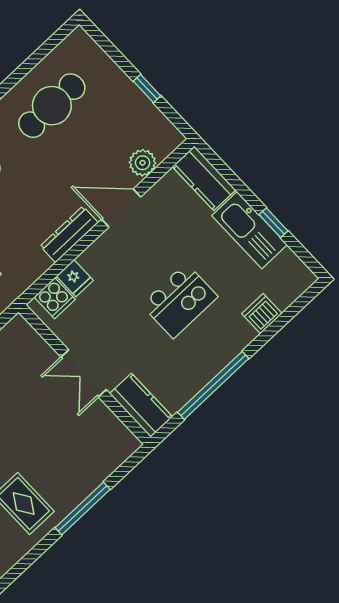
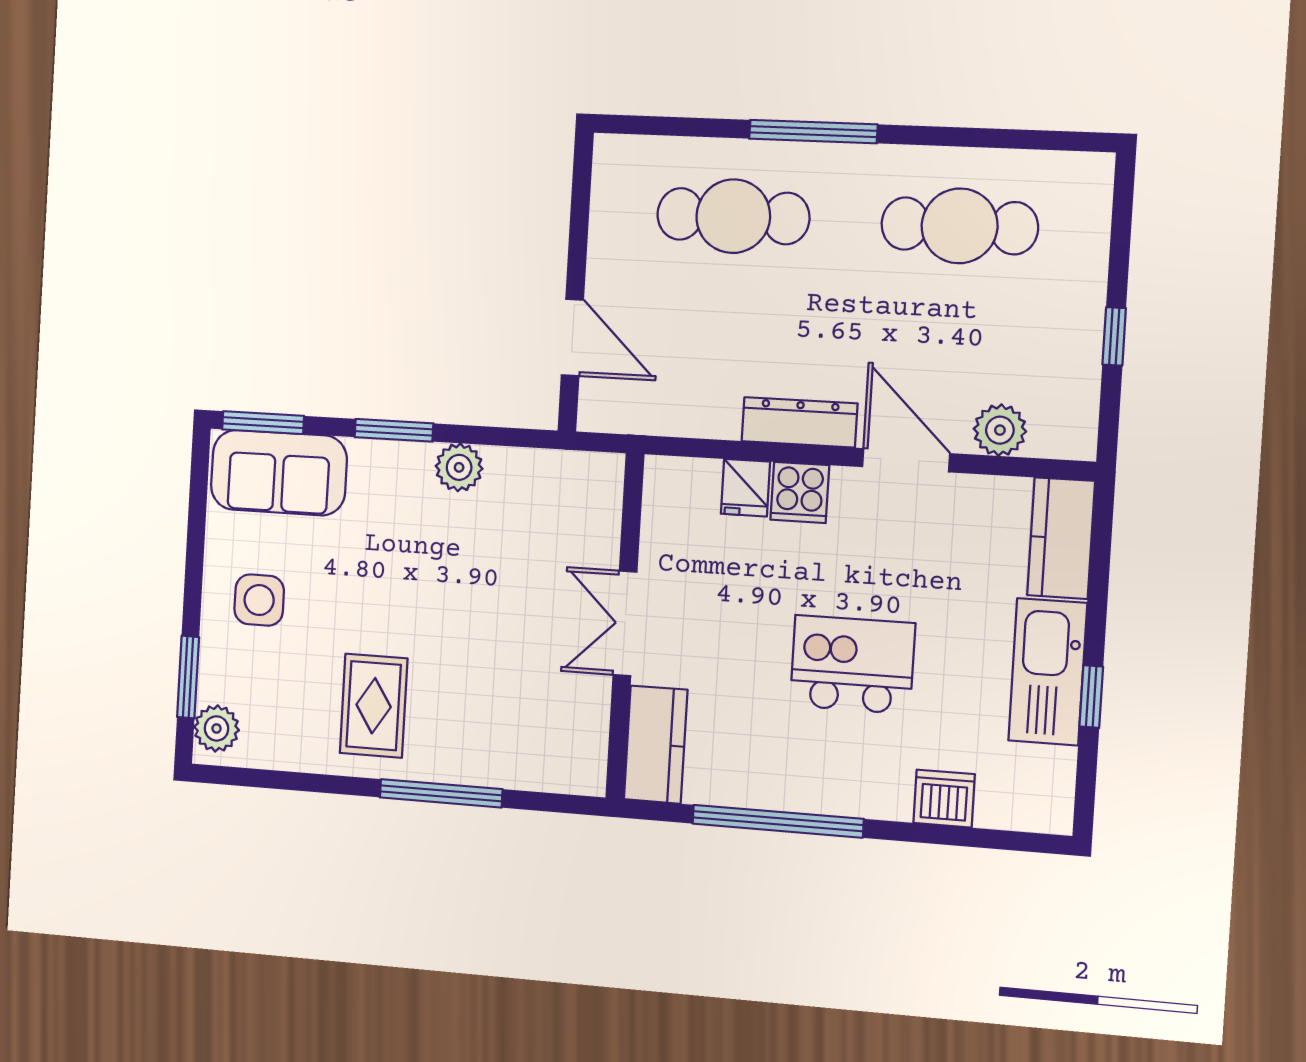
cooker: (55, 298) -> (800, 492), moved
kitchen island: (180, 301) -> (852, 664), turned 180

